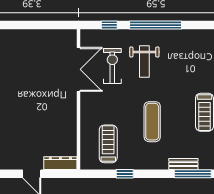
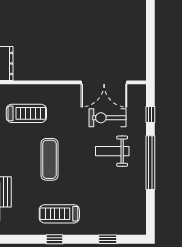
exercise bike: (112, 66) -> (107, 118), turned 180
exercise mat: (152, 122) -> (49, 159), turned 90

